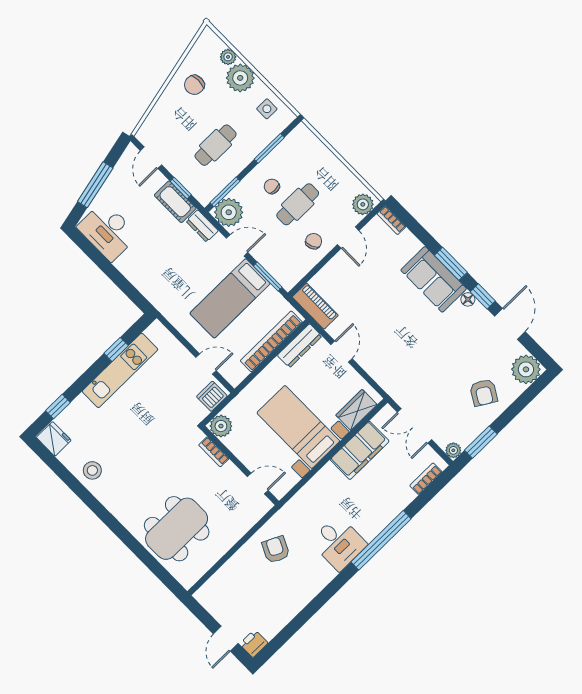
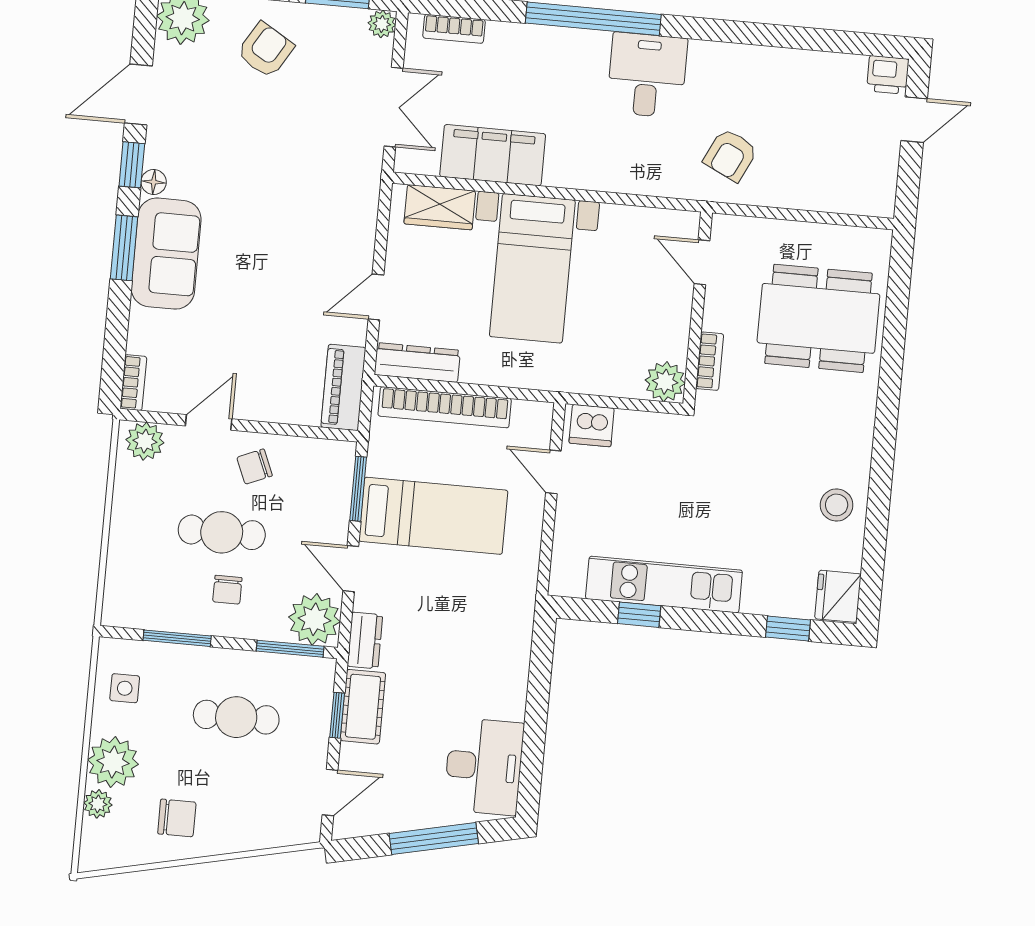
plant: (221, 426) -> (665, 382), moved
bookcase: (214, 452) -> (710, 361), moved
wall: (240, 465) -> (698, 308), moved
door: (258, 483) -> (702, 262), moved

